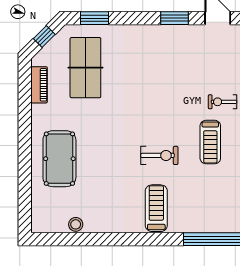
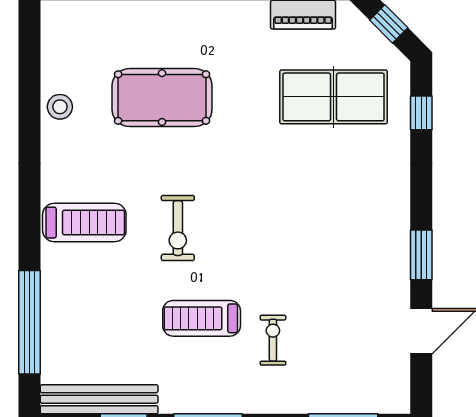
window: (94, 18) -> (421, 113), width x0.67
pool table: (59, 159) -> (162, 98), moved
stool: (76, 224) -> (60, 107), moved

